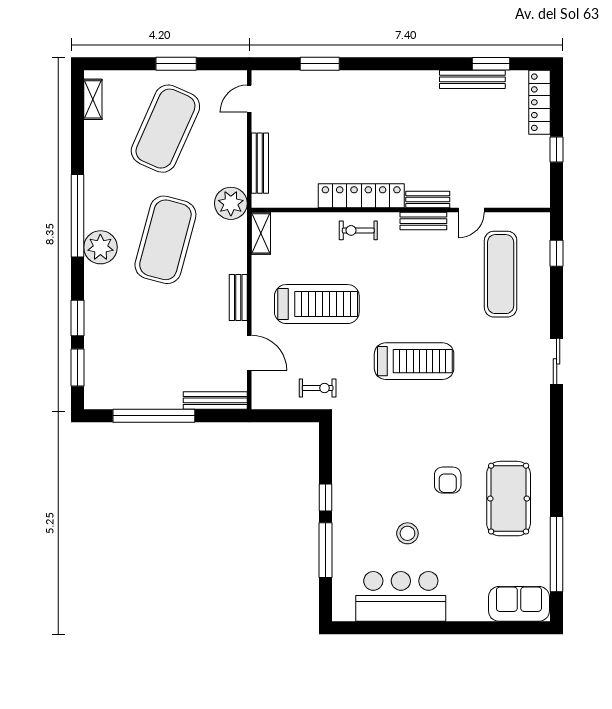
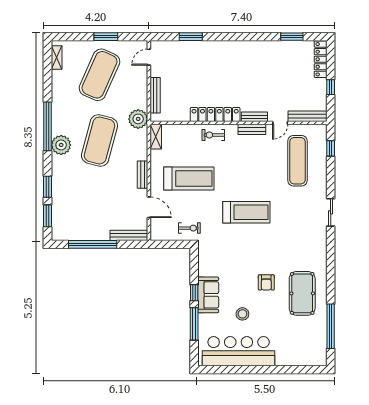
bench: (472, 79) -> (307, 116), moved
bar counter: (401, 596) -> (239, 351), width x1.36
sofa: (519, 604) -> (208, 295), moved, turned 90

